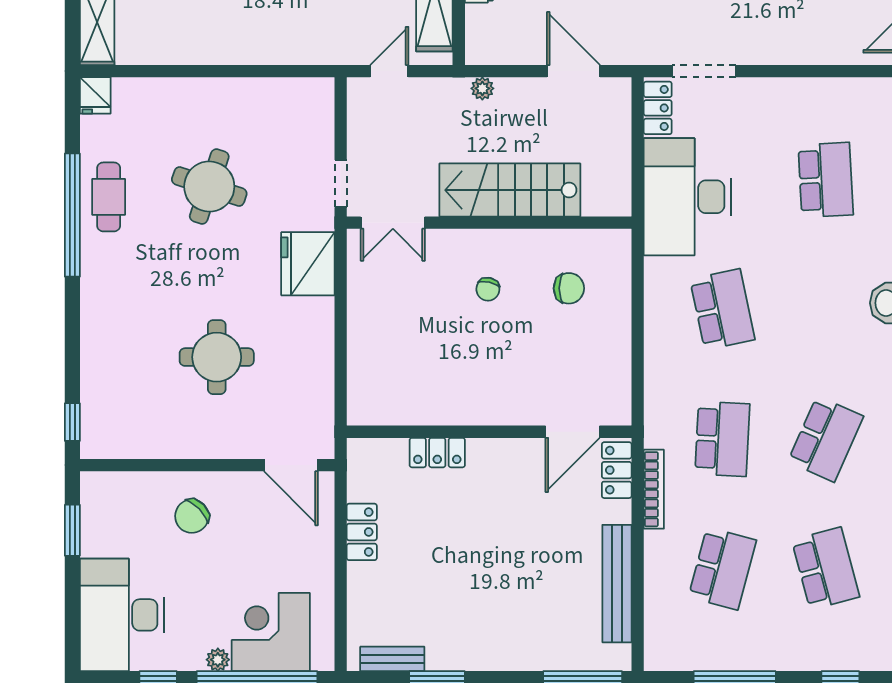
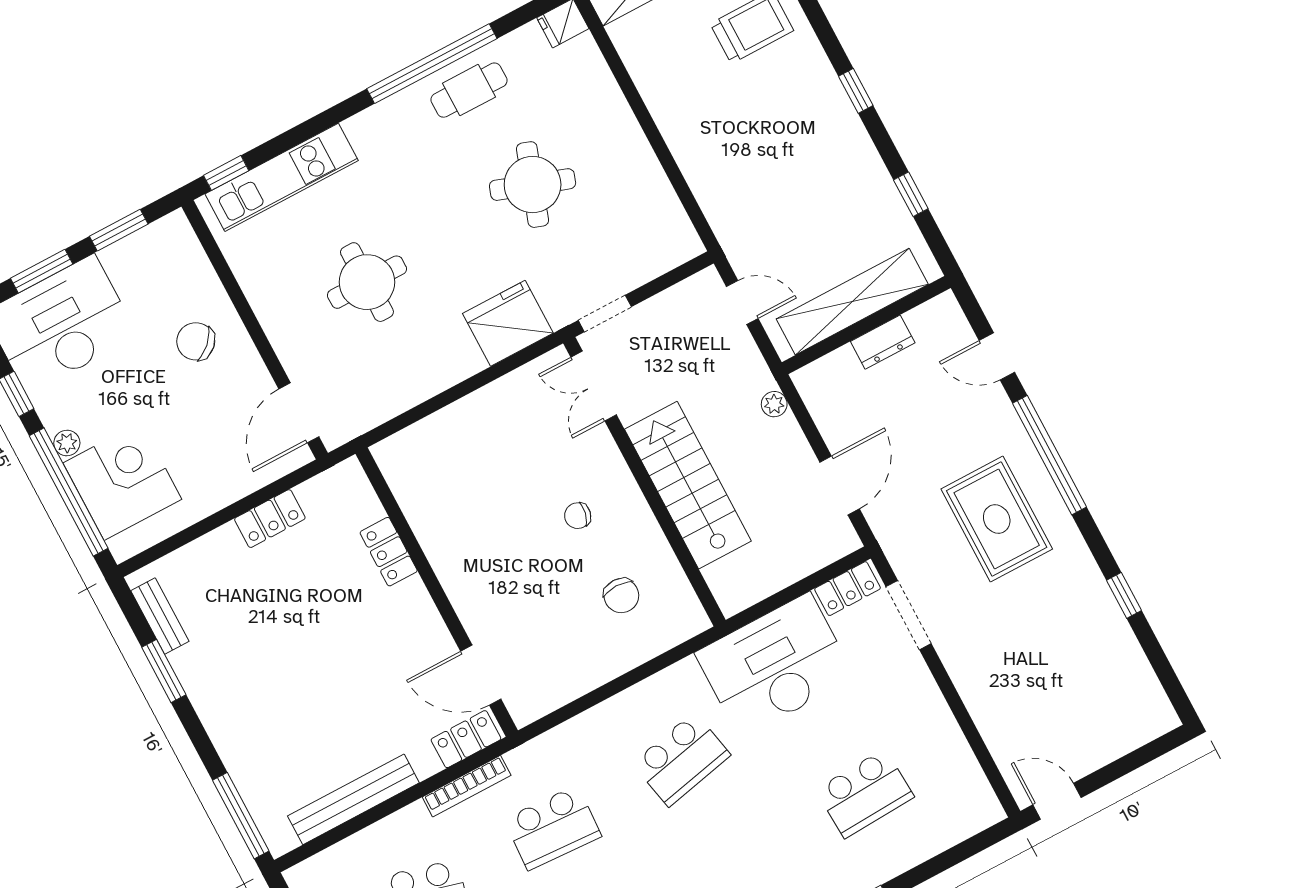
kitchen unit: (99, 380) -> (282, 177), added
window: (72, 608) -> (42, 271), added

